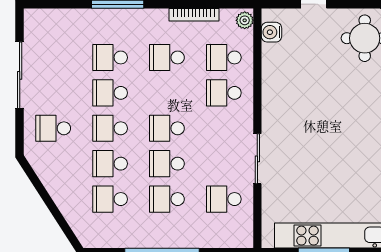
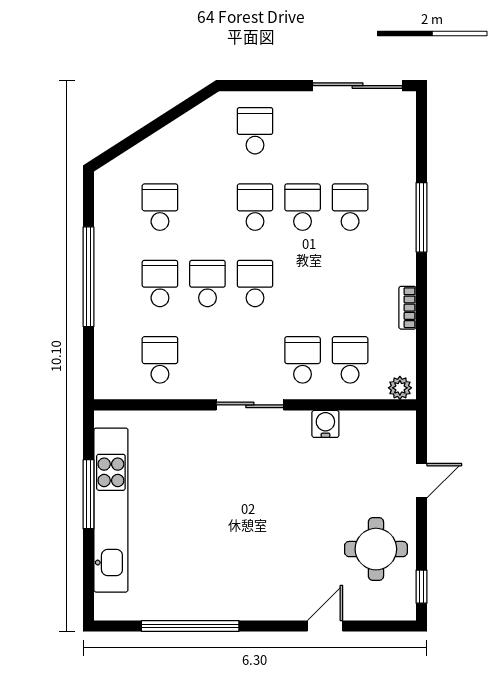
bookcase: (194, 15) -> (407, 308), width x0.64
water cooler: (271, 32) -> (325, 424), moved
school desk: (167, 57) -> (350, 283), removed
sliding door: (20, 75) -> (358, 86), moved
sliding door: (257, 159) -> (250, 405), moved
school desk: (110, 164) -> (207, 207), removed

